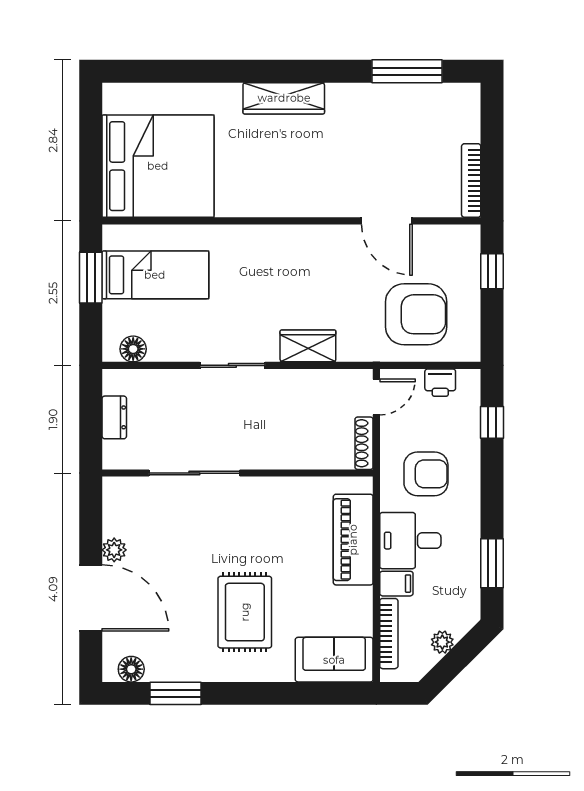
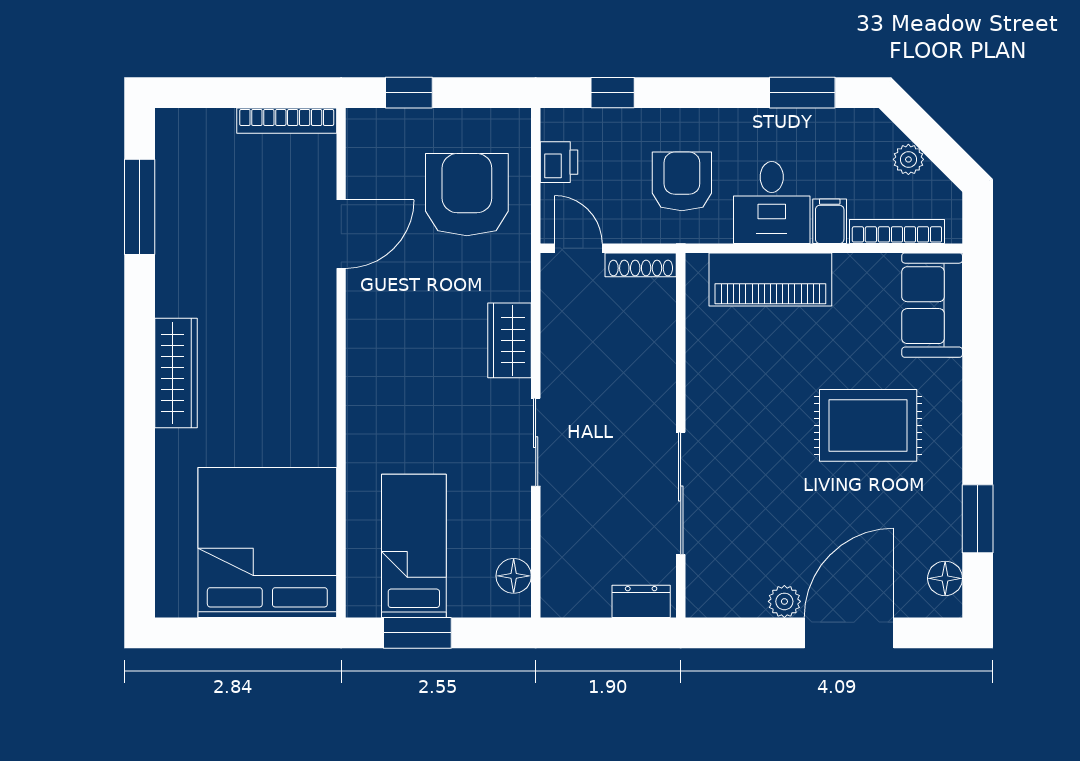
dresser: (114, 417) -> (641, 601), moved

